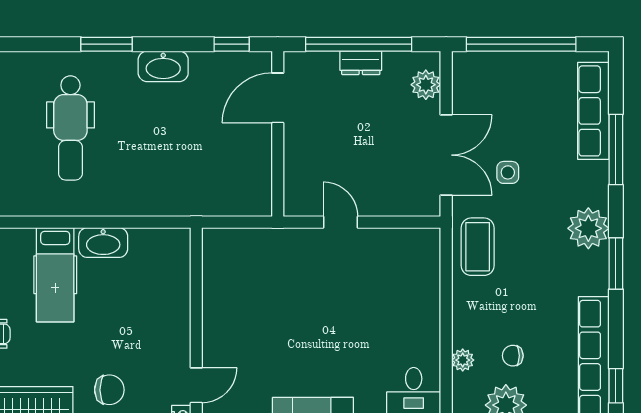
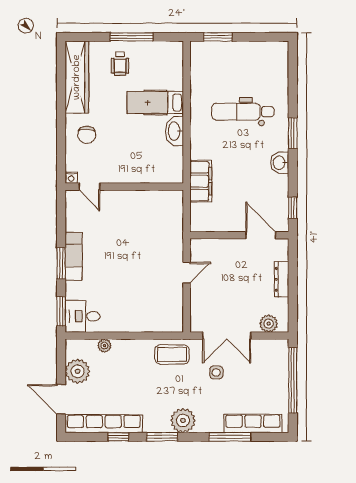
window: (359, 44) -> (293, 283), removed
dresser: (361, 63) -> (282, 279), width x1.44
washbasin: (163, 66) -> (280, 163), width x0.72
filing cabinet: (187, 198) -> (201, 181), added
chair: (513, 356) -> (107, 375), removed
window: (616, 386) -> (118, 437), moved

